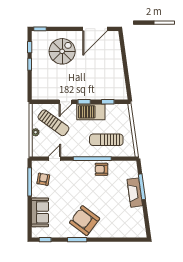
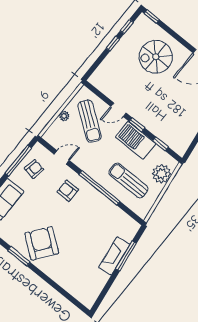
spiral stairs: (62, 51) -> (156, 57), turned 180
plant: (123, 119) -> (162, 174), added
armchair: (101, 169) -> (68, 191), moved

